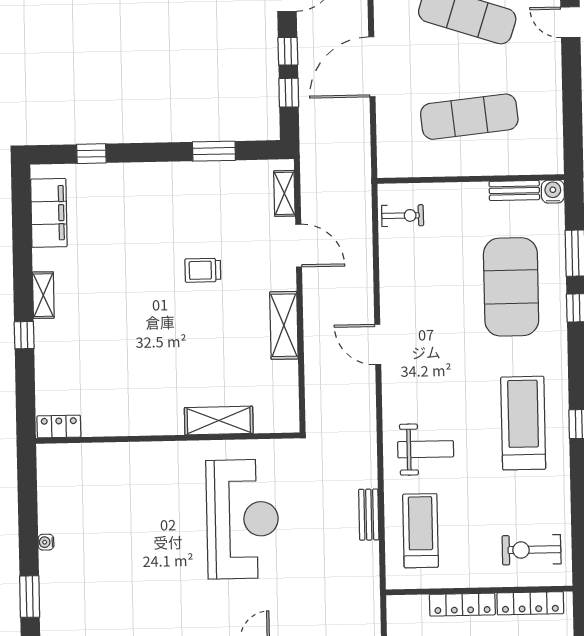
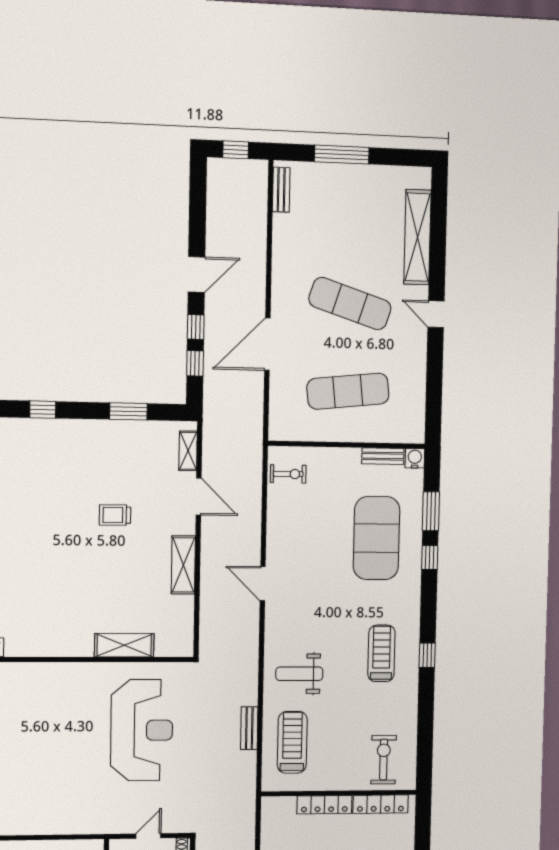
window: (91, 154) -> (43, 410), moved
treadmill: (523, 423) -> (381, 653), width x0.73, depth x0.73
weight bench: (426, 449) -> (299, 674), turned 180
exercise bike: (532, 550) -> (384, 760), turned 90

